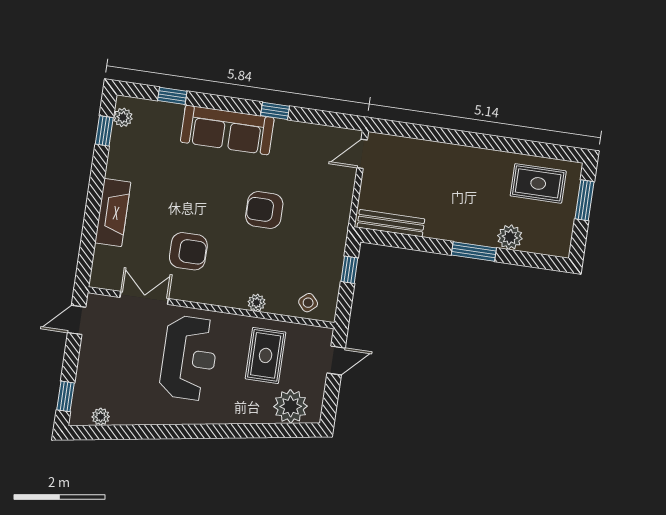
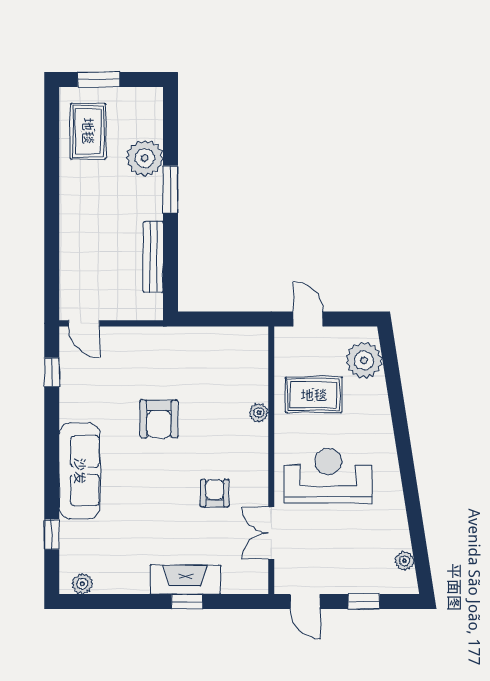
window: (275, 111) -> (52, 372), moved
window: (104, 131) -> (187, 601), moved
bench: (391, 223) -> (153, 257), moved
plant: (510, 237) -> (145, 158), width x1.36, depth x1.36
armchair: (188, 251) -> (215, 493), width x0.72, depth x0.72
window: (349, 270) -> (209, 319), removed
side table: (308, 303) -> (251, 358), removed
window: (65, 396) -> (364, 601), moved

